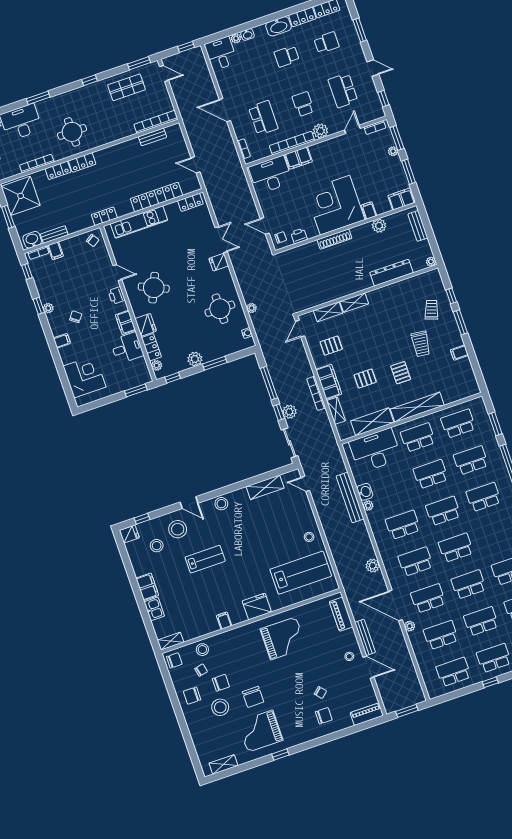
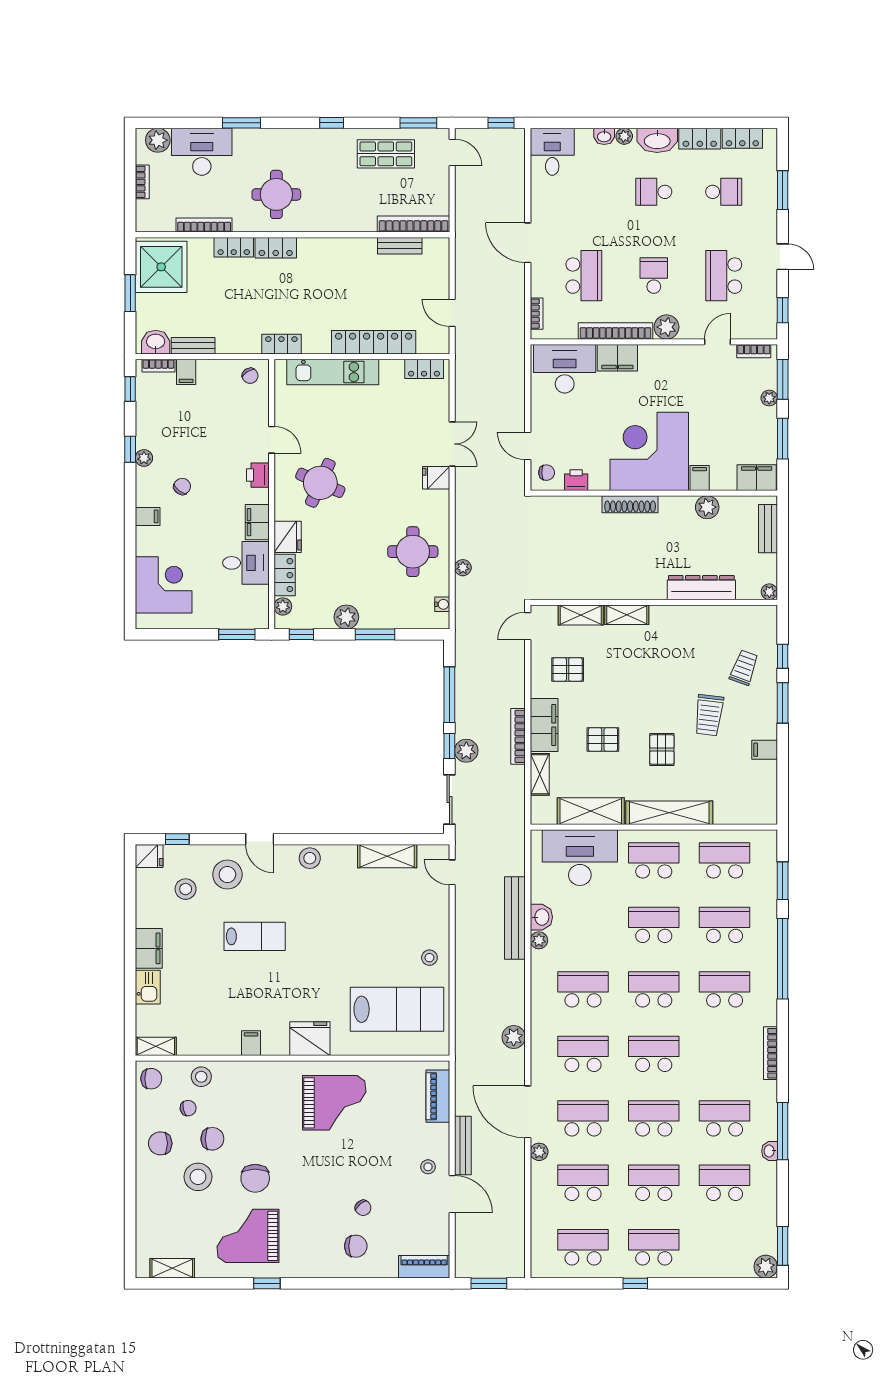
plant: (236, 38) -> (624, 136), moved

